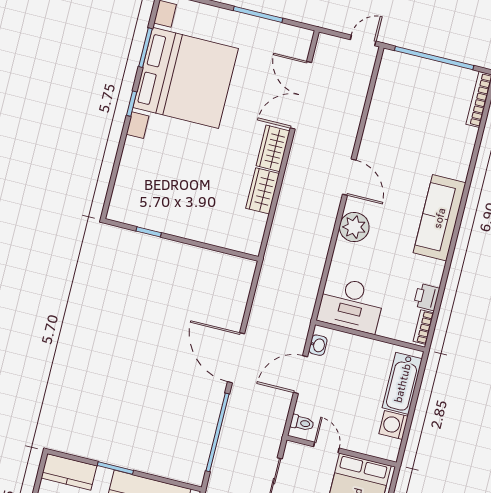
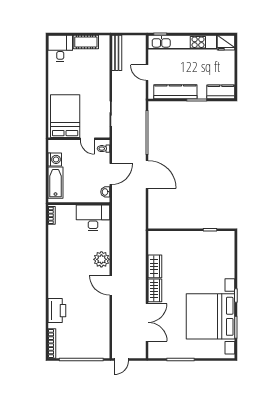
sofa: (439, 218) -> (57, 275), removed
printer: (426, 297) -> (57, 311), moved, width x1.87, depth x1.48

